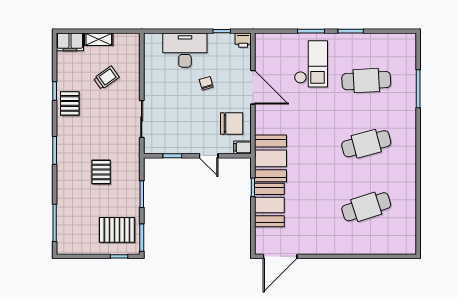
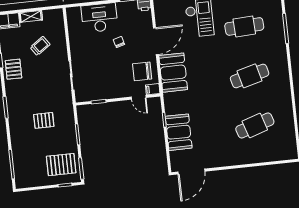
door: (253, 87) -> (156, 41), hinge flipped
chair: (232, 123) -> (142, 71), turned 180
door: (209, 156) -> (139, 97), moved
booth: (270, 158) -> (173, 73), moved
pallet: (101, 172) -> (44, 120), turned 90

